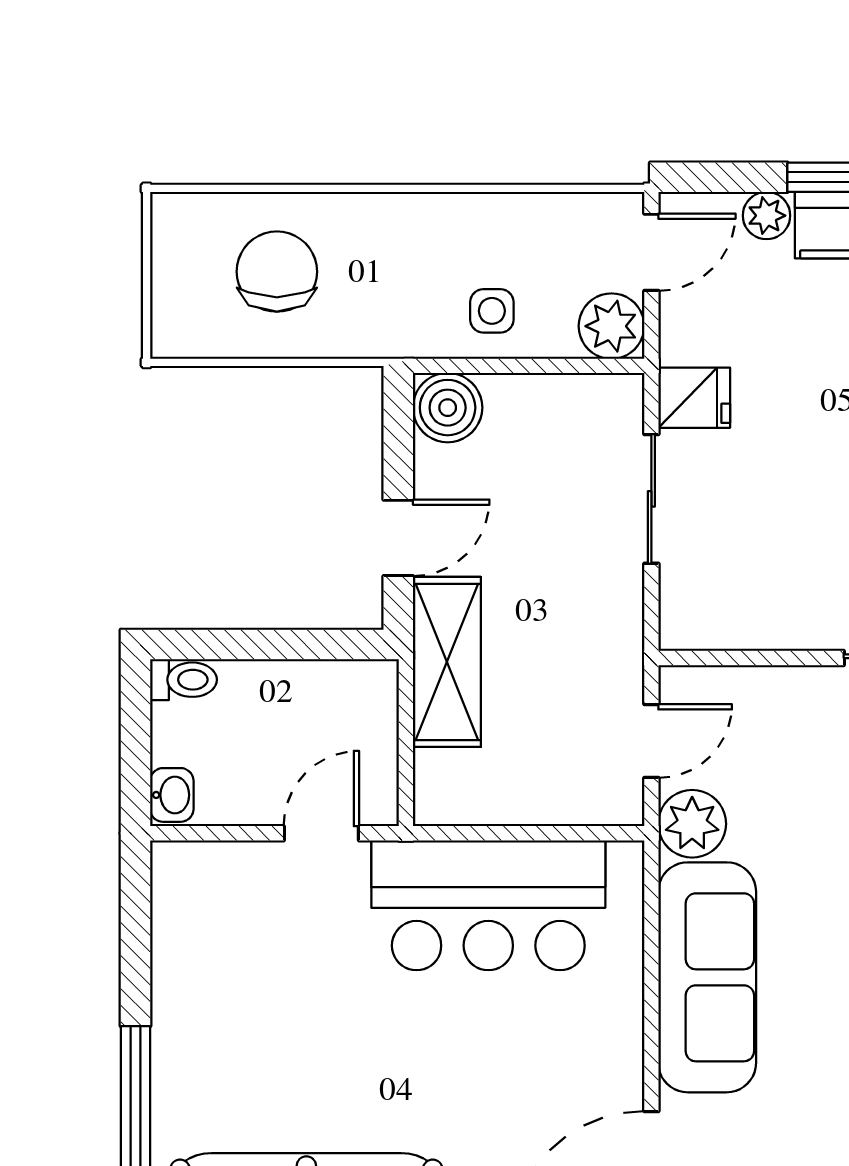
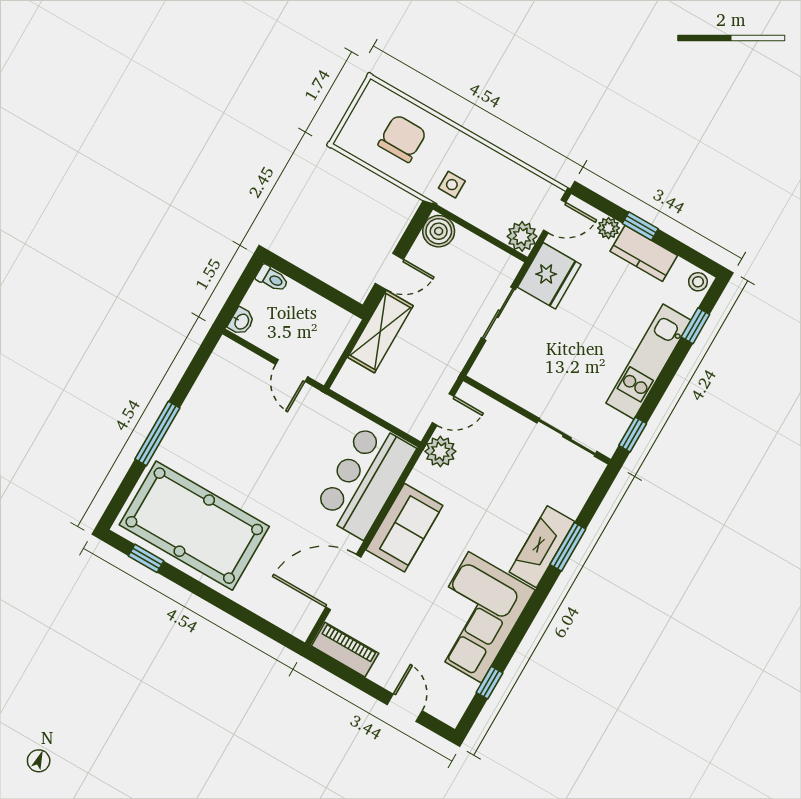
side table: (492, 311) -> (452, 185), moved
fridge: (694, 398) -> (549, 276), width x1.88, depth x1.34
door: (321, 833) -> (292, 371), swing flipped
bar counter: (488, 905) -> (365, 480), moved, turned 90
sofa: (707, 977) -> (404, 528), width x0.73

